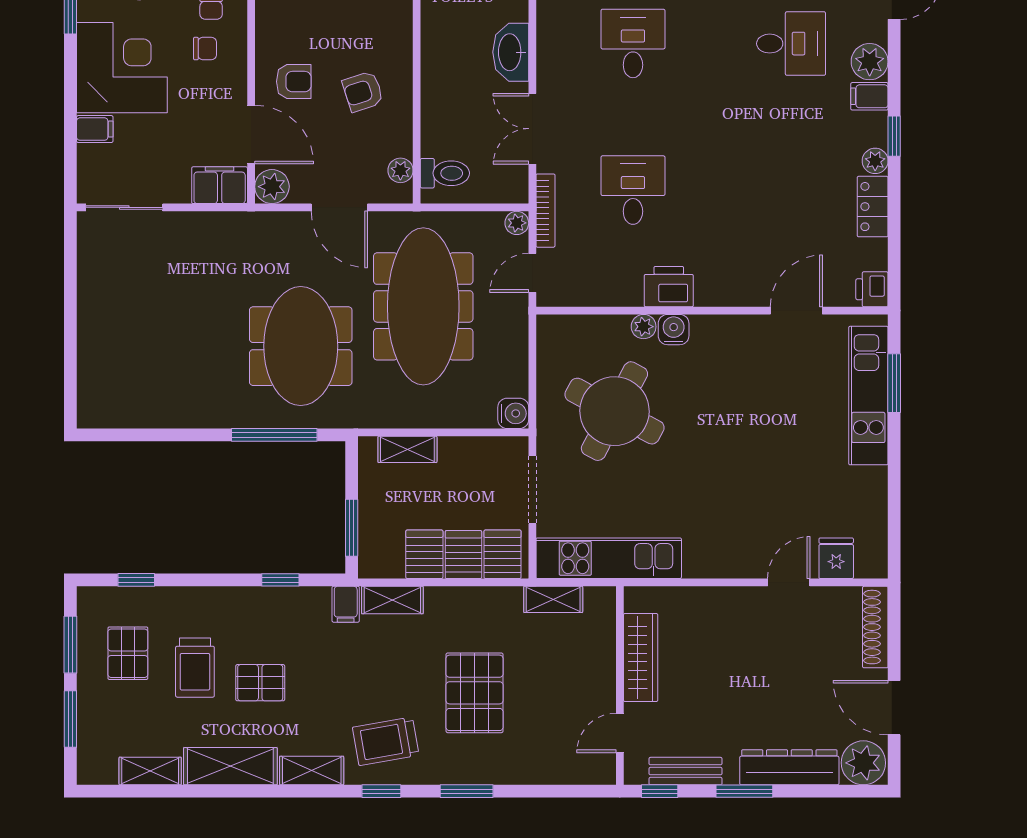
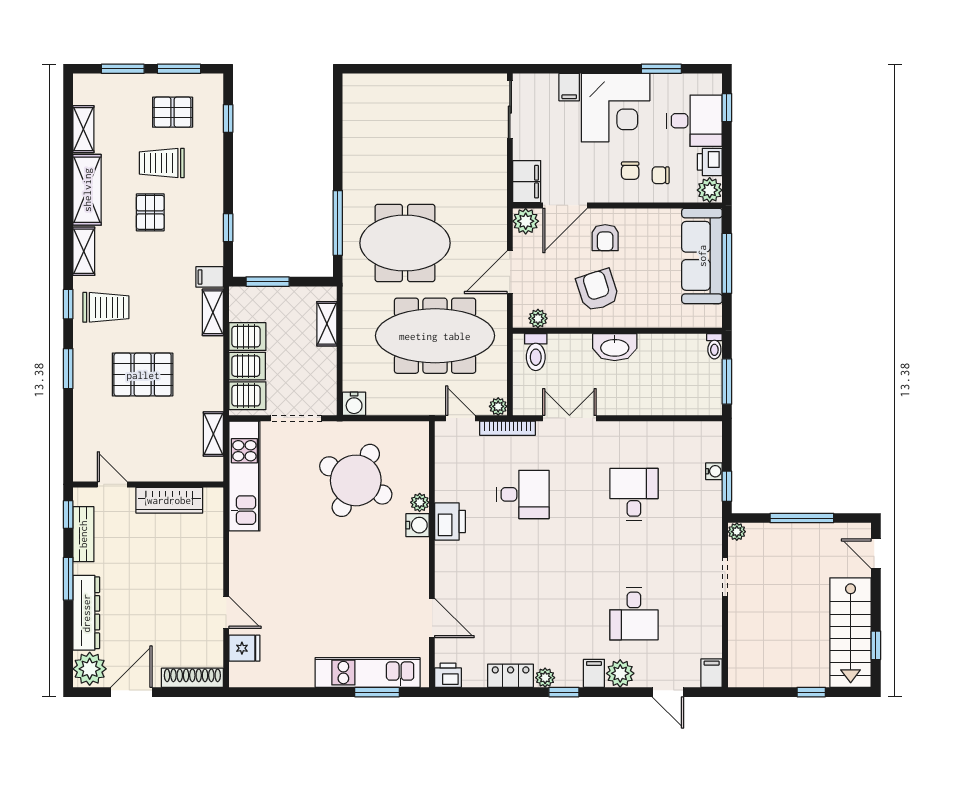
desk: (633, 44) -> (634, 494), turned -90
washbasin: (511, 52) -> (615, 347), moved, turned 180
armchair: (363, 92) -> (598, 290), width x1.38, depth x1.38
trolley: (386, 741) -> (106, 307), turned 100

